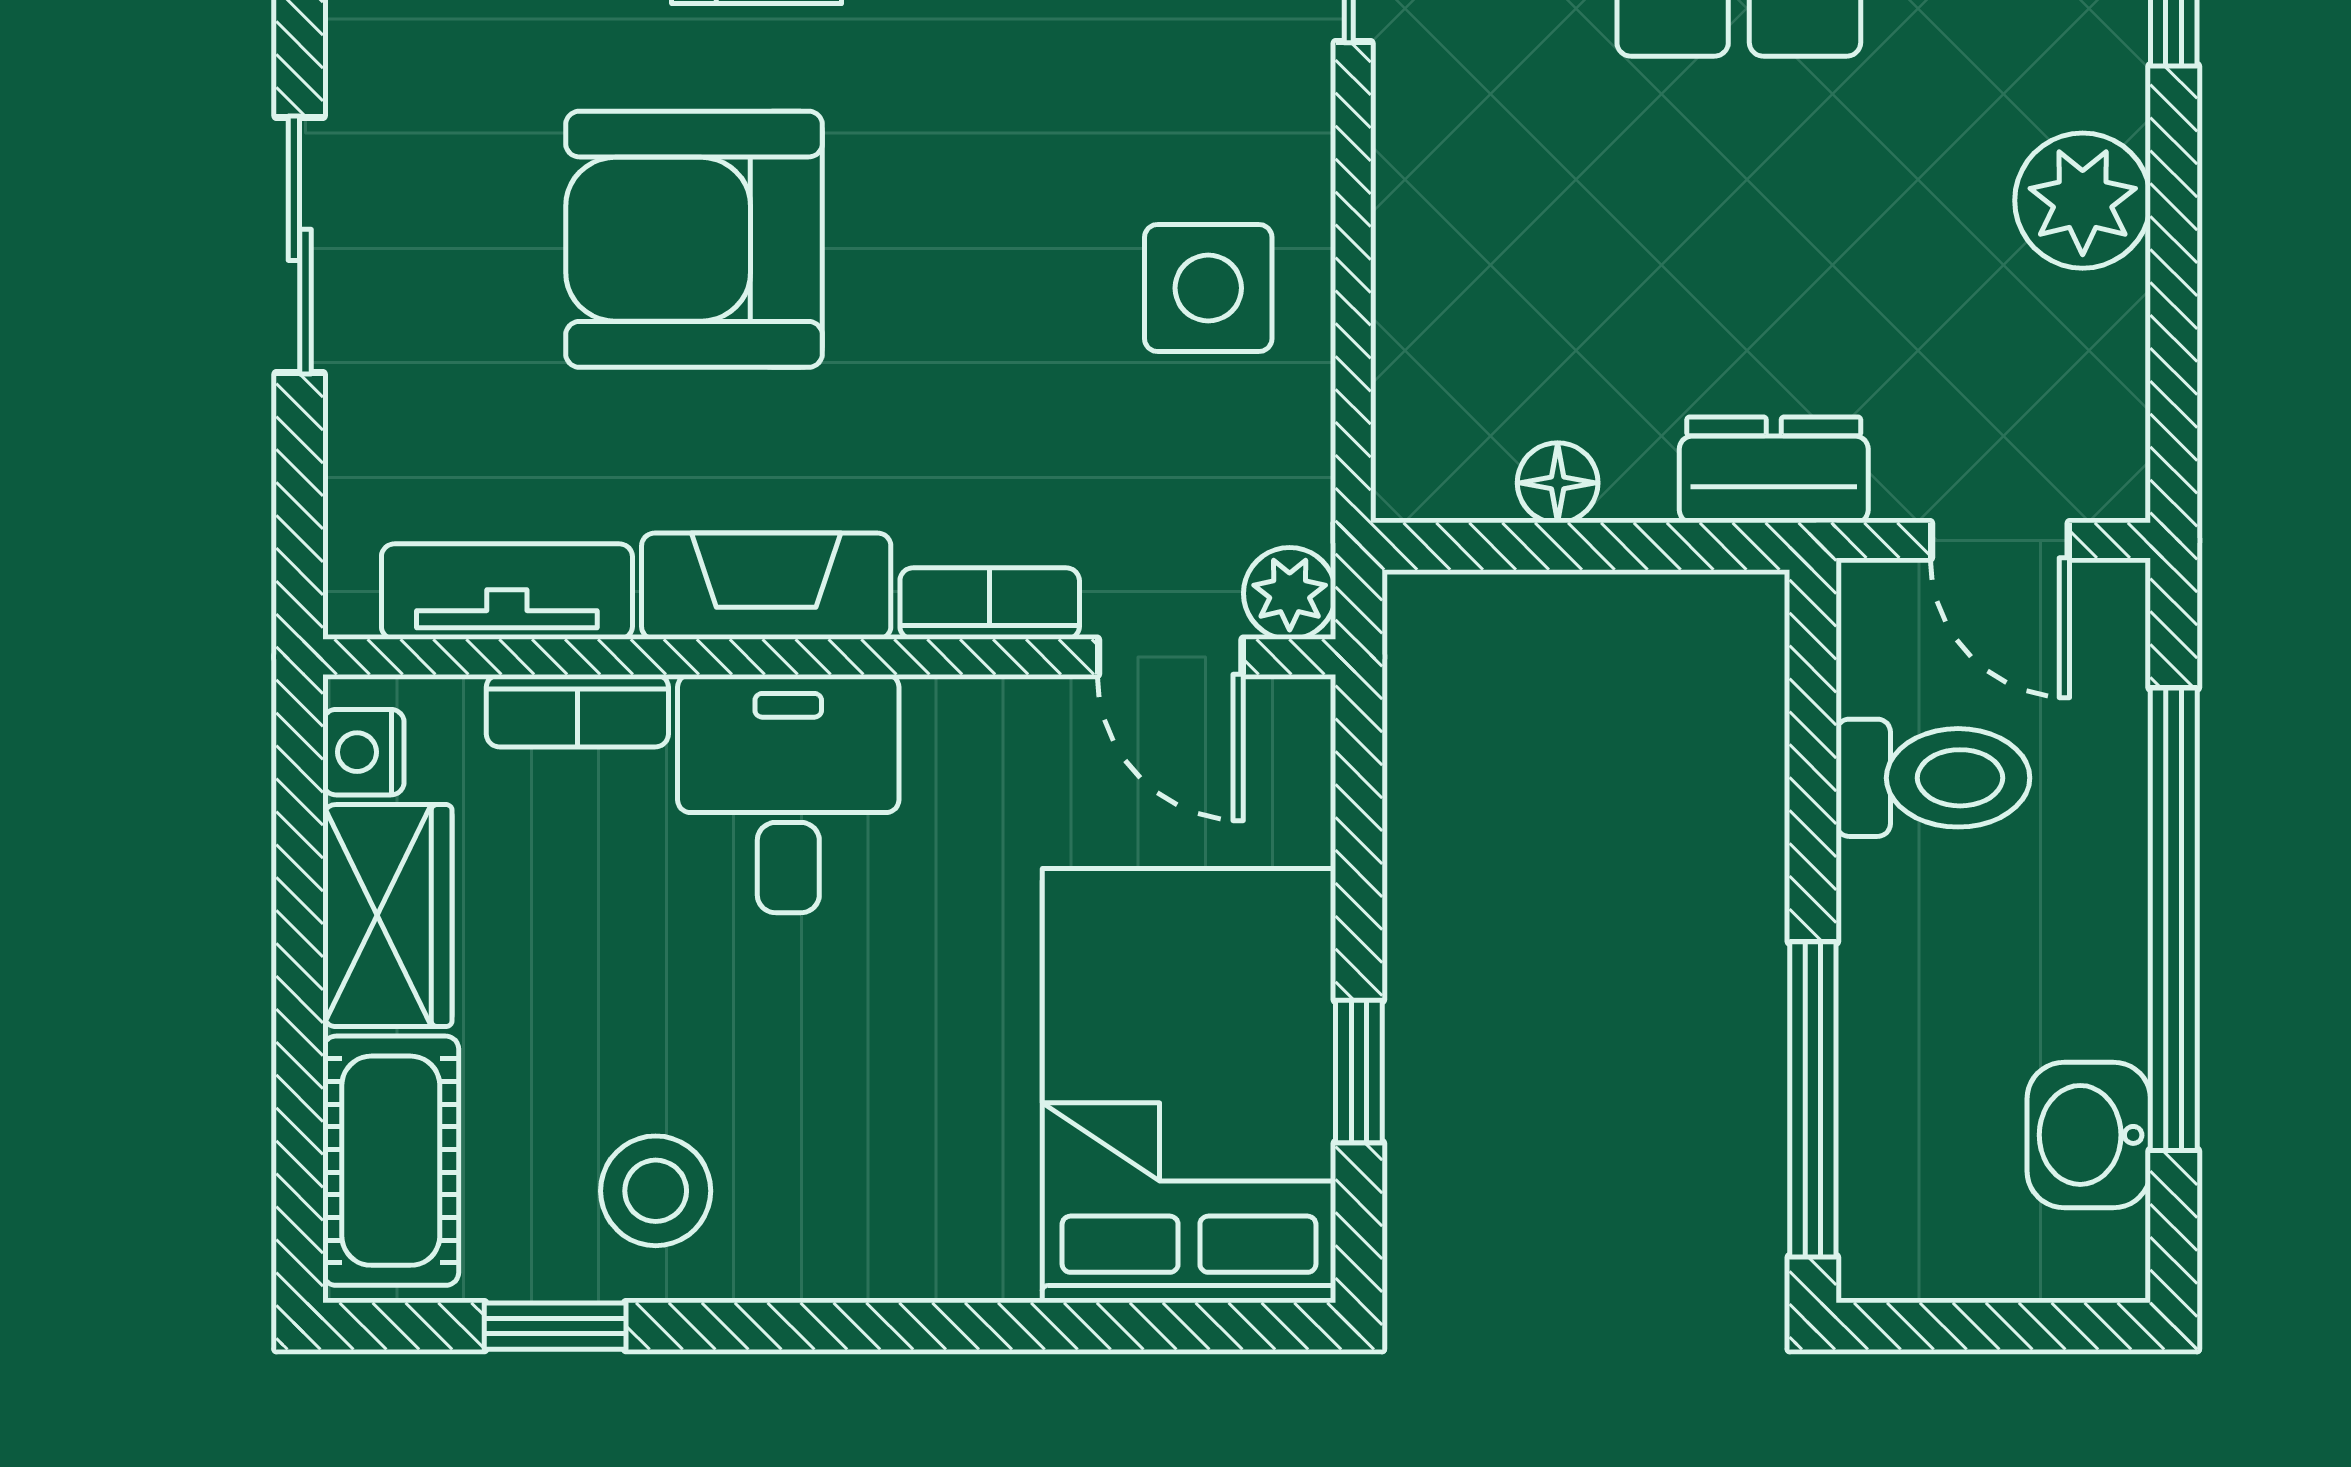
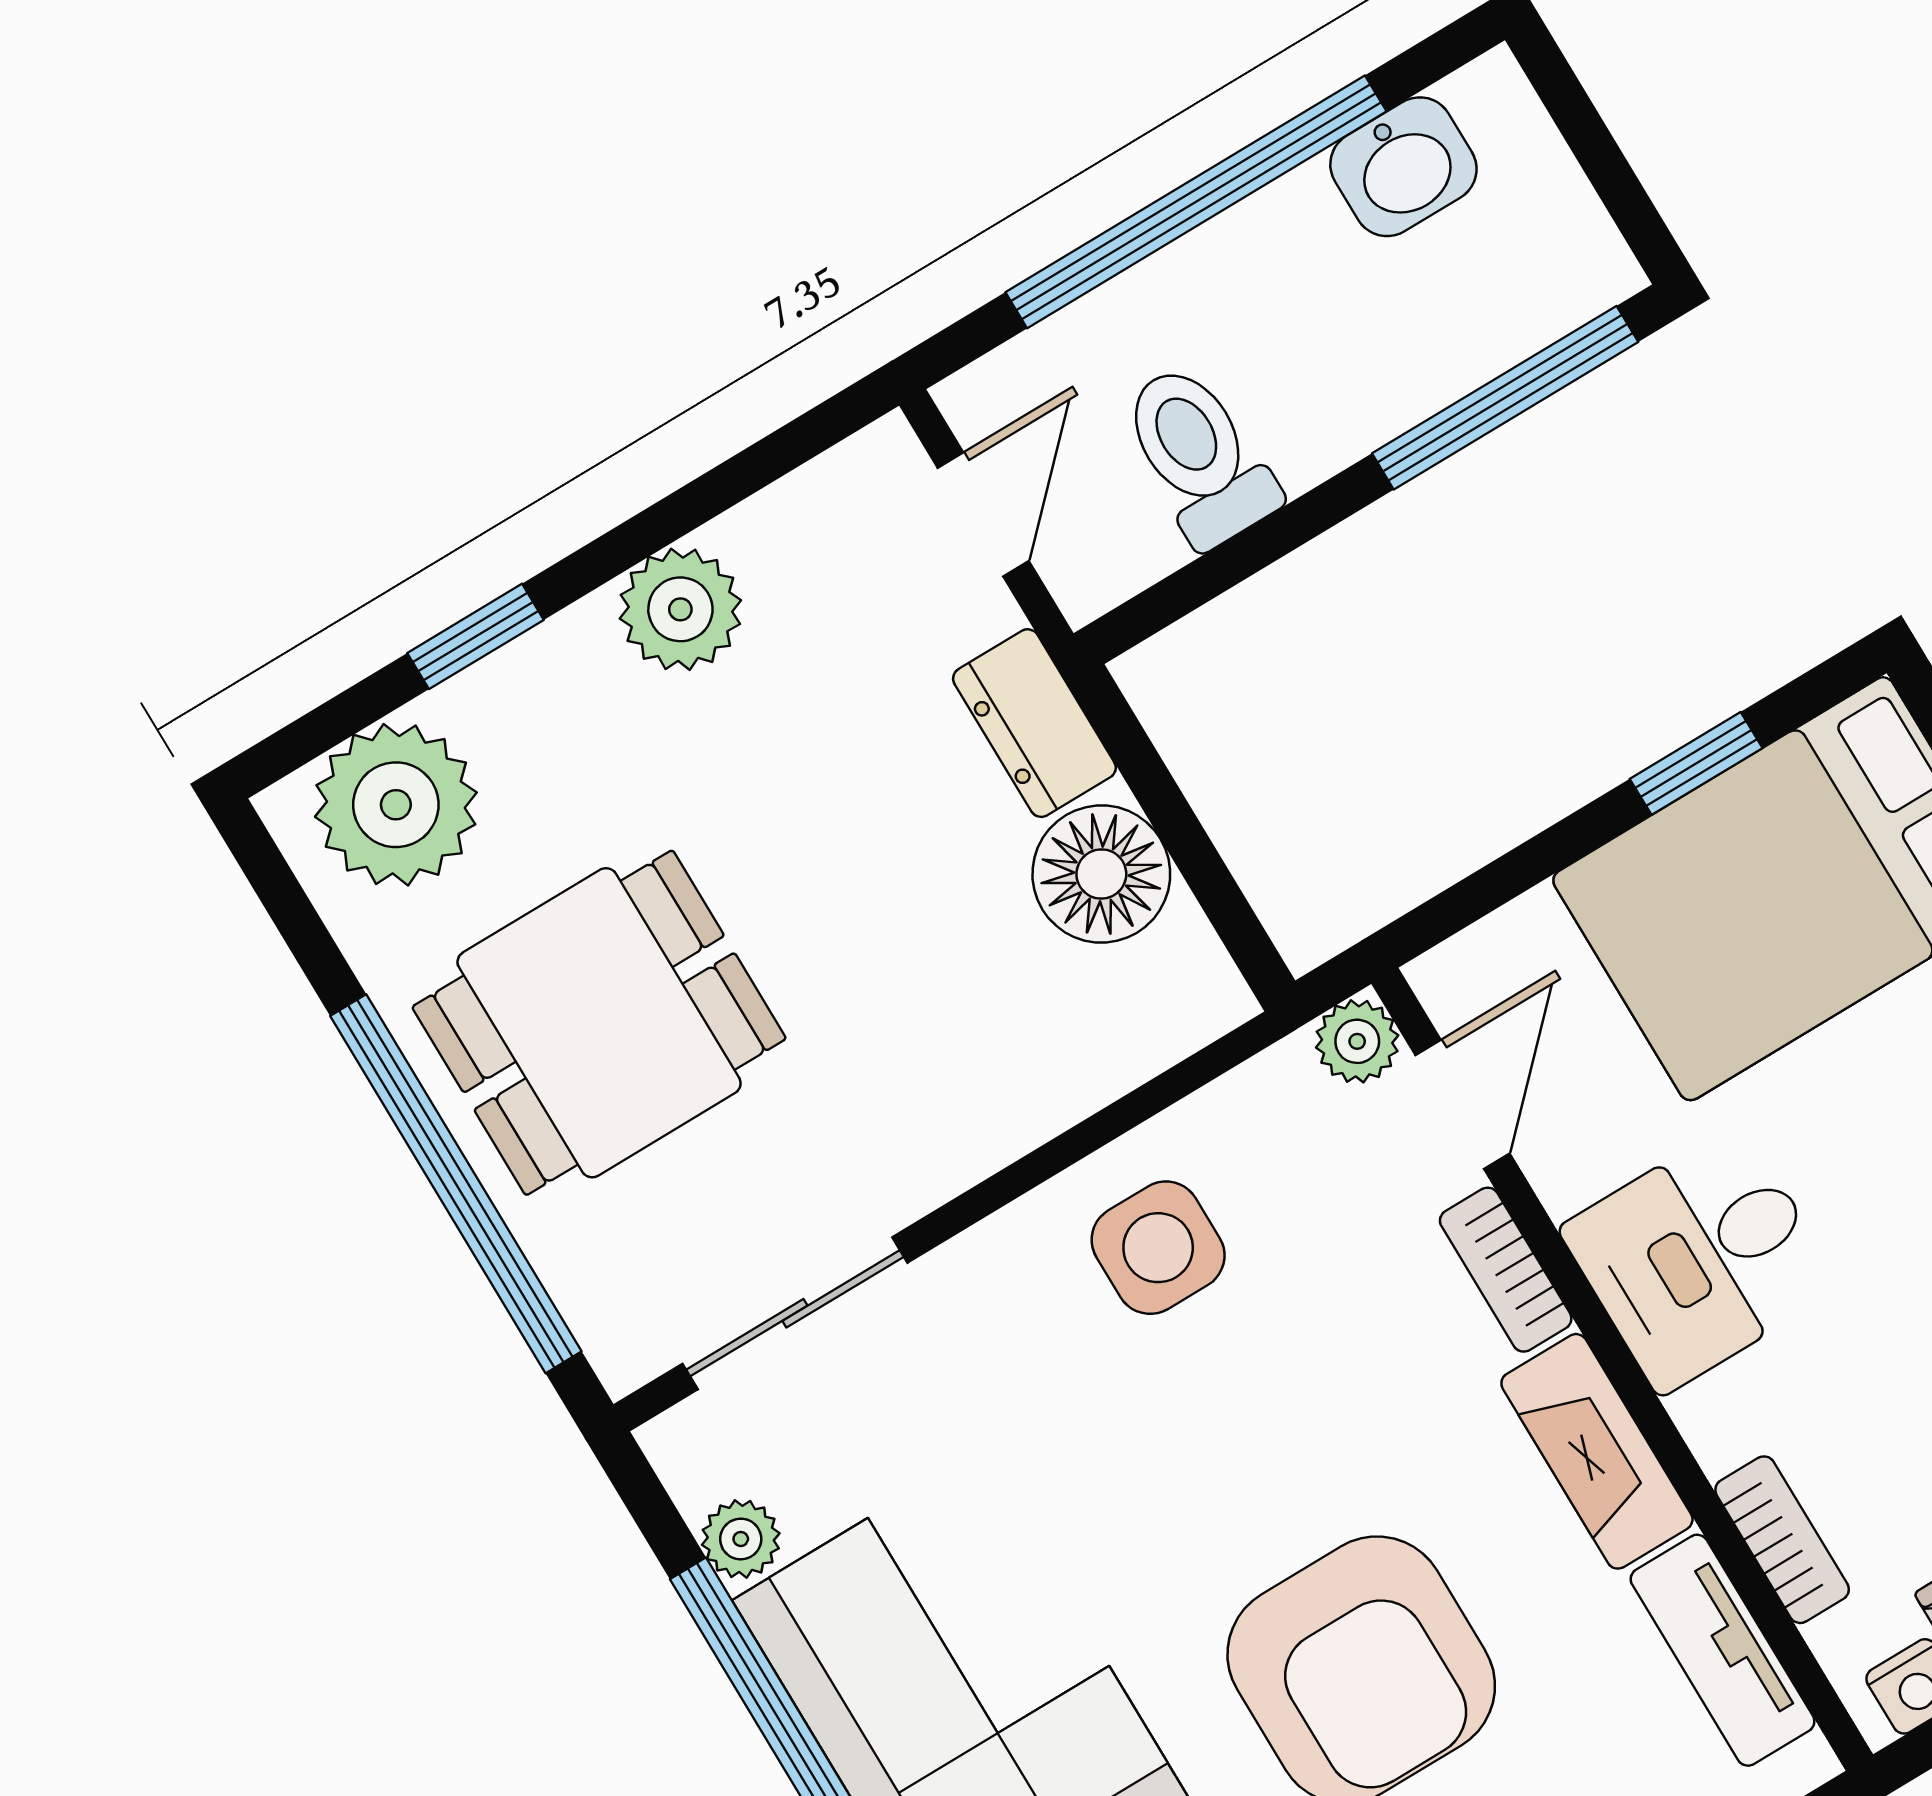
floor lamp: (1558, 483) -> (1101, 874), width x1.89, depth x1.89
desk: (788, 794) -> (1700, 1258), moved

